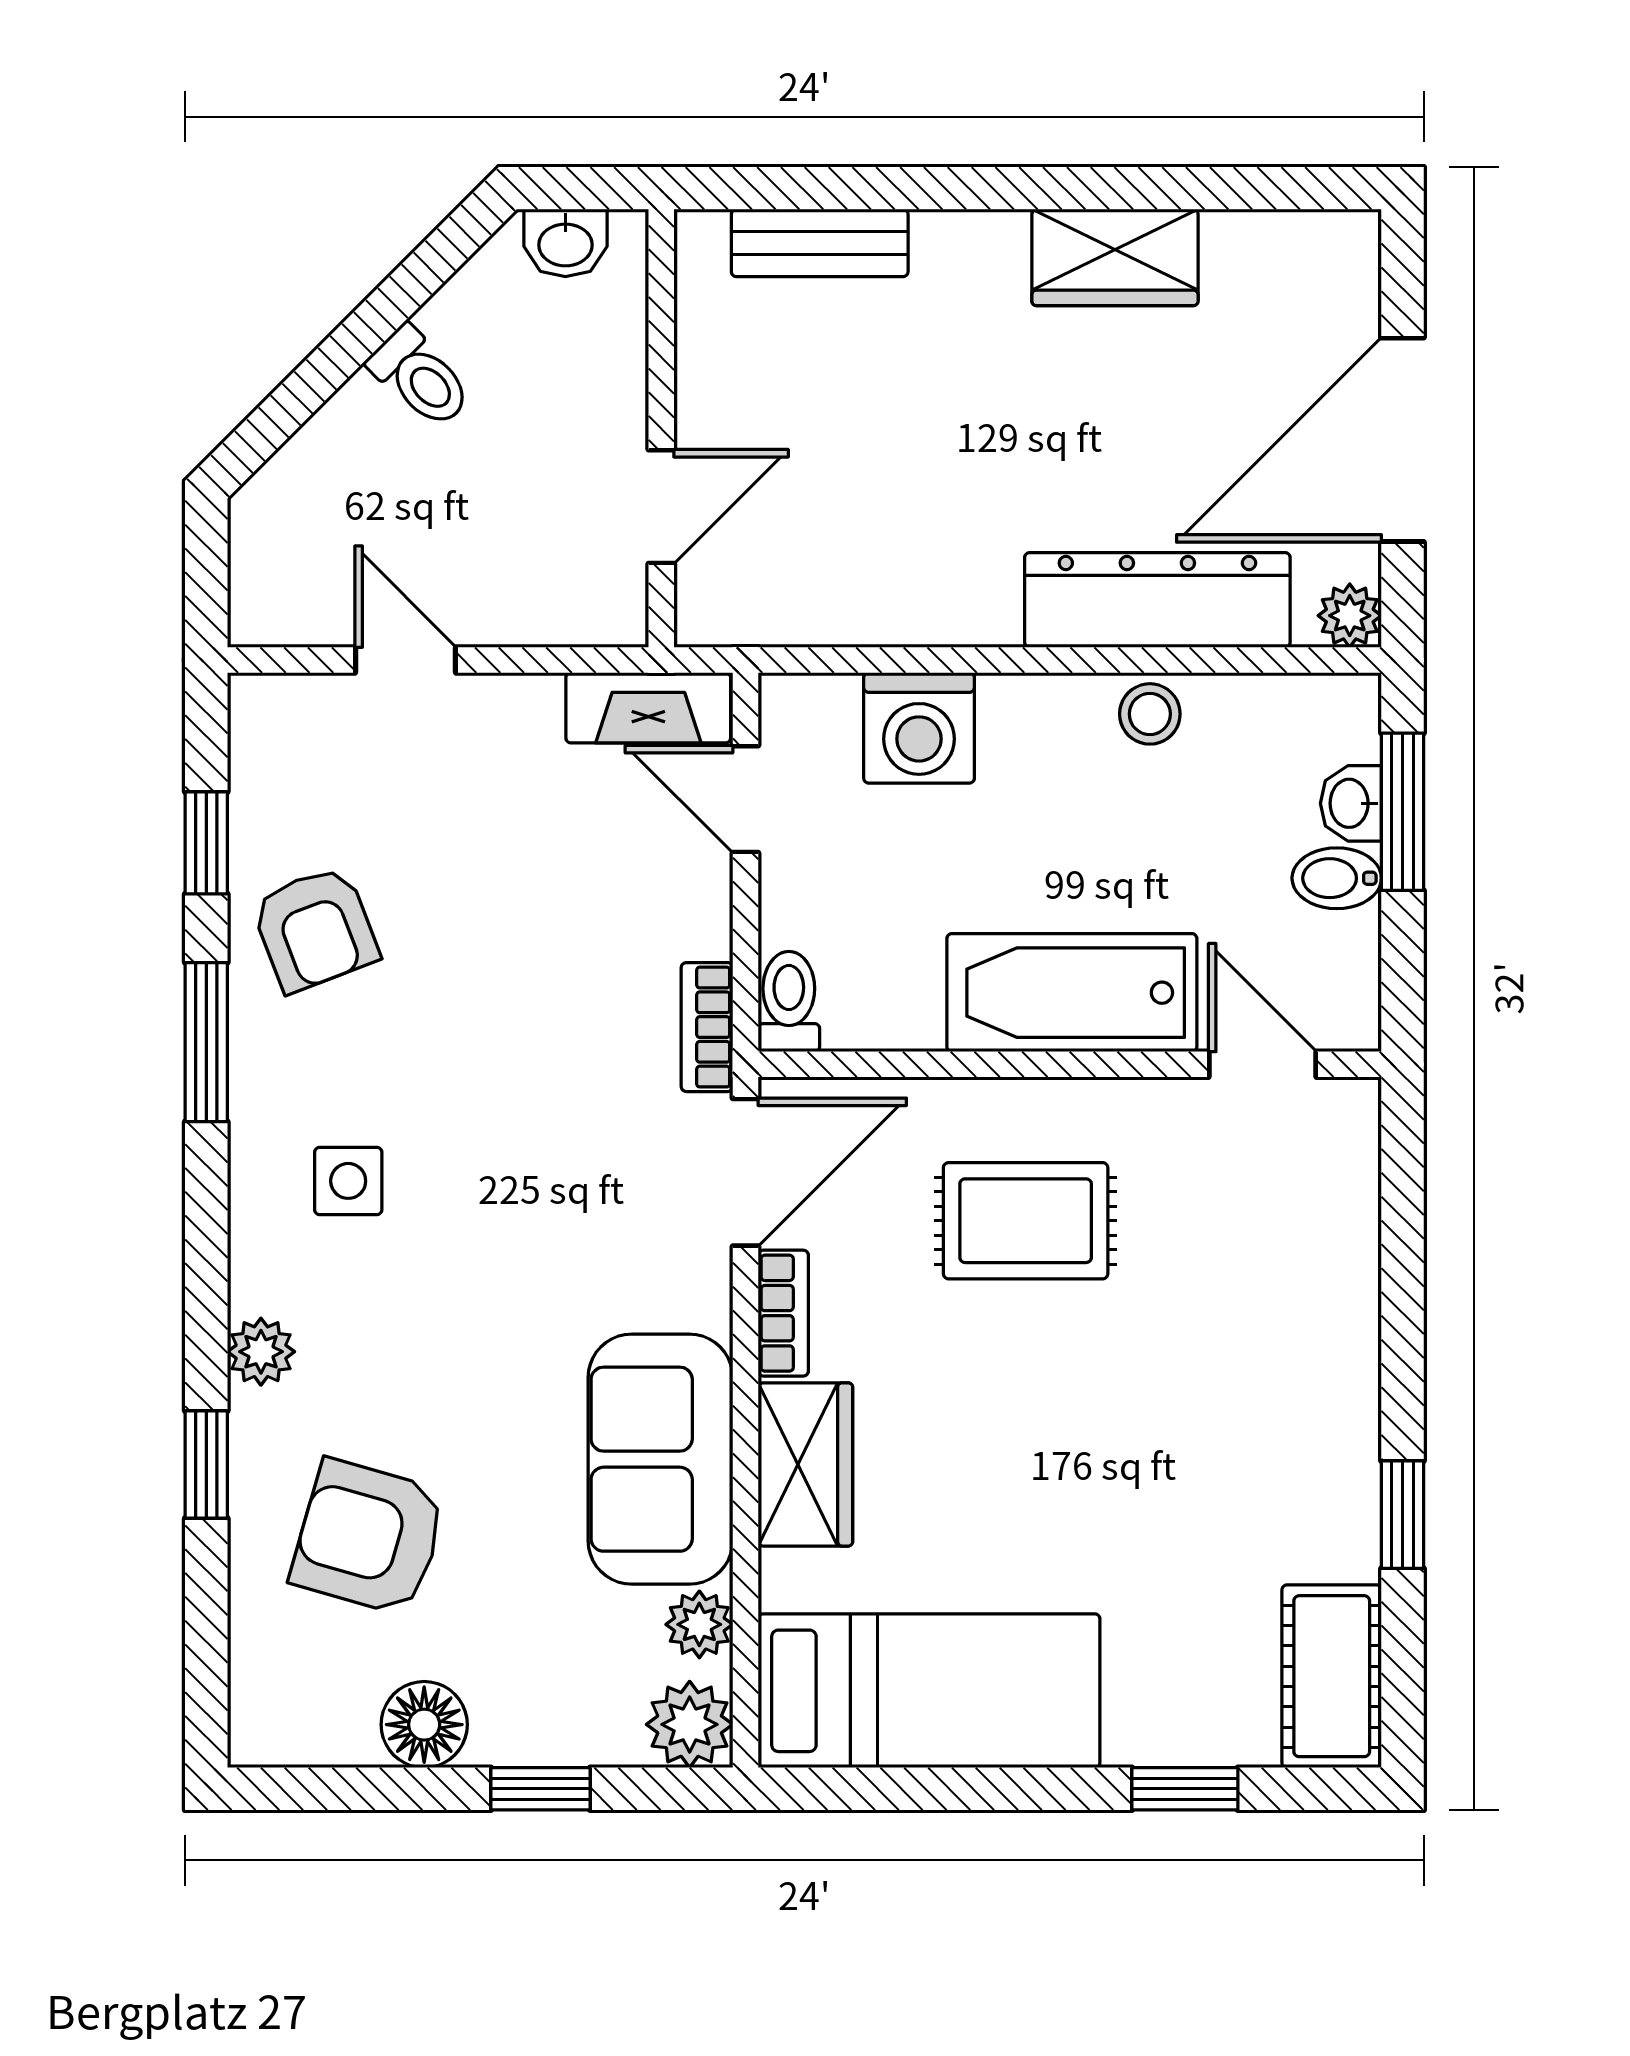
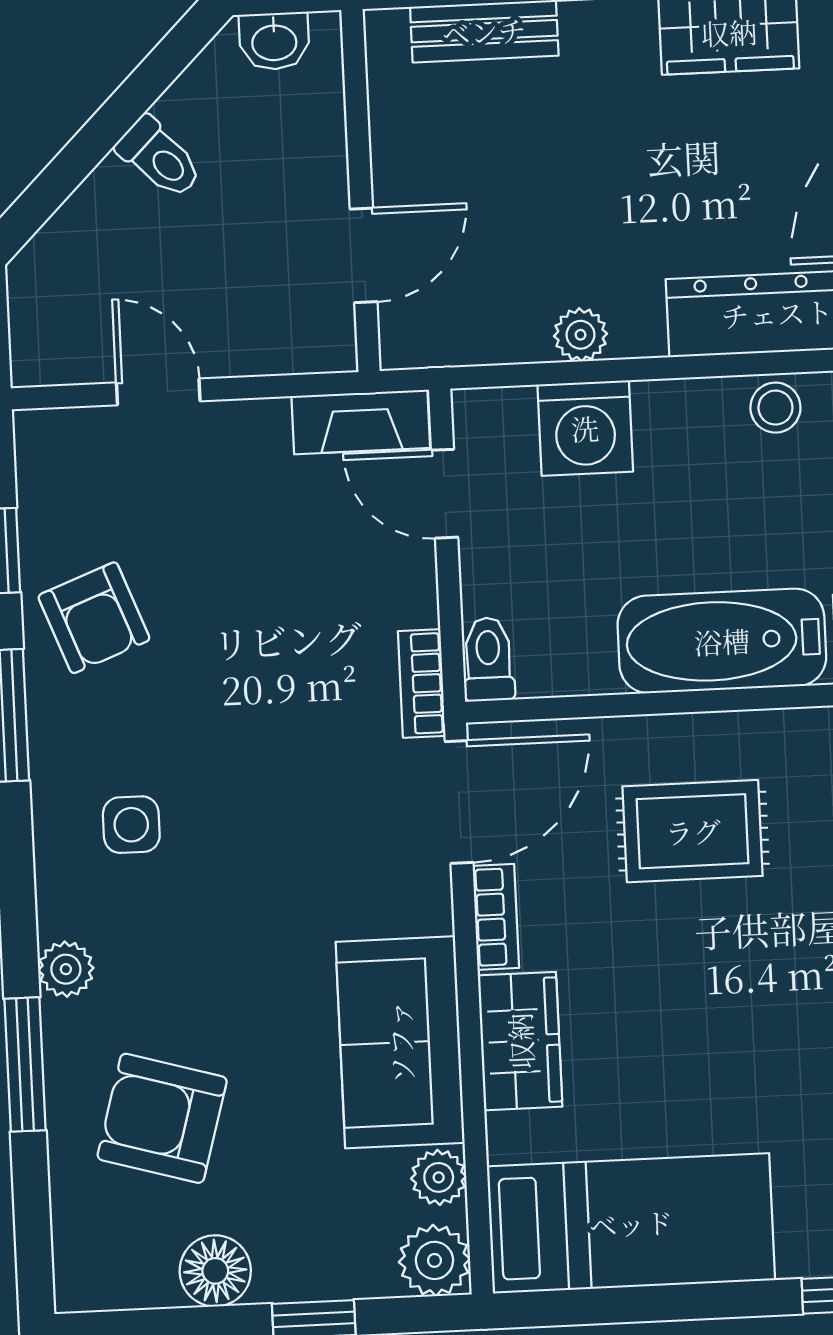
plant: (919, 615) -> (581, 335), added
window: (206, 1464) -> (25, 1064), width x1.50

